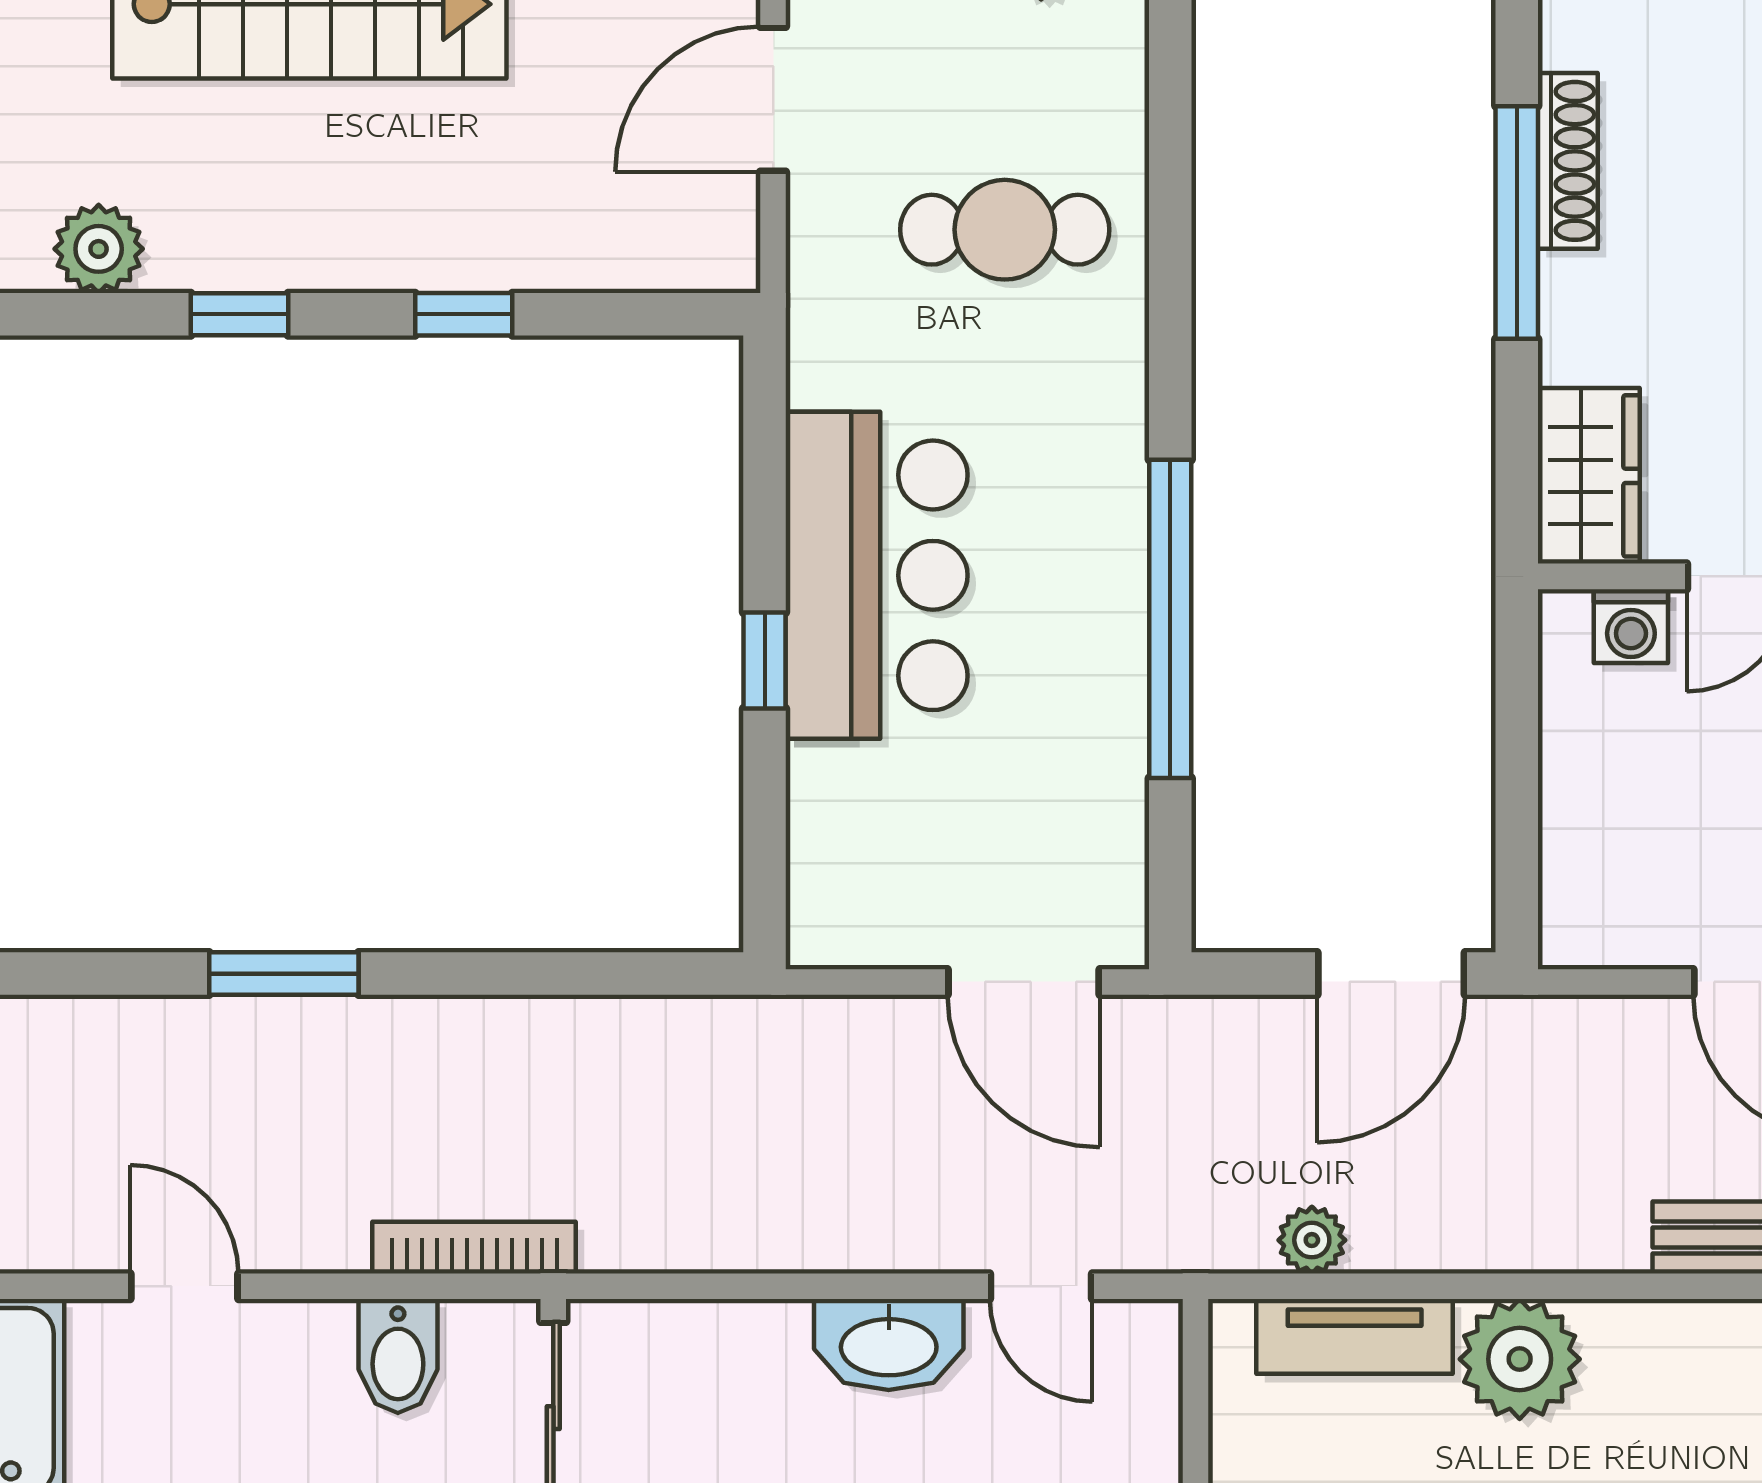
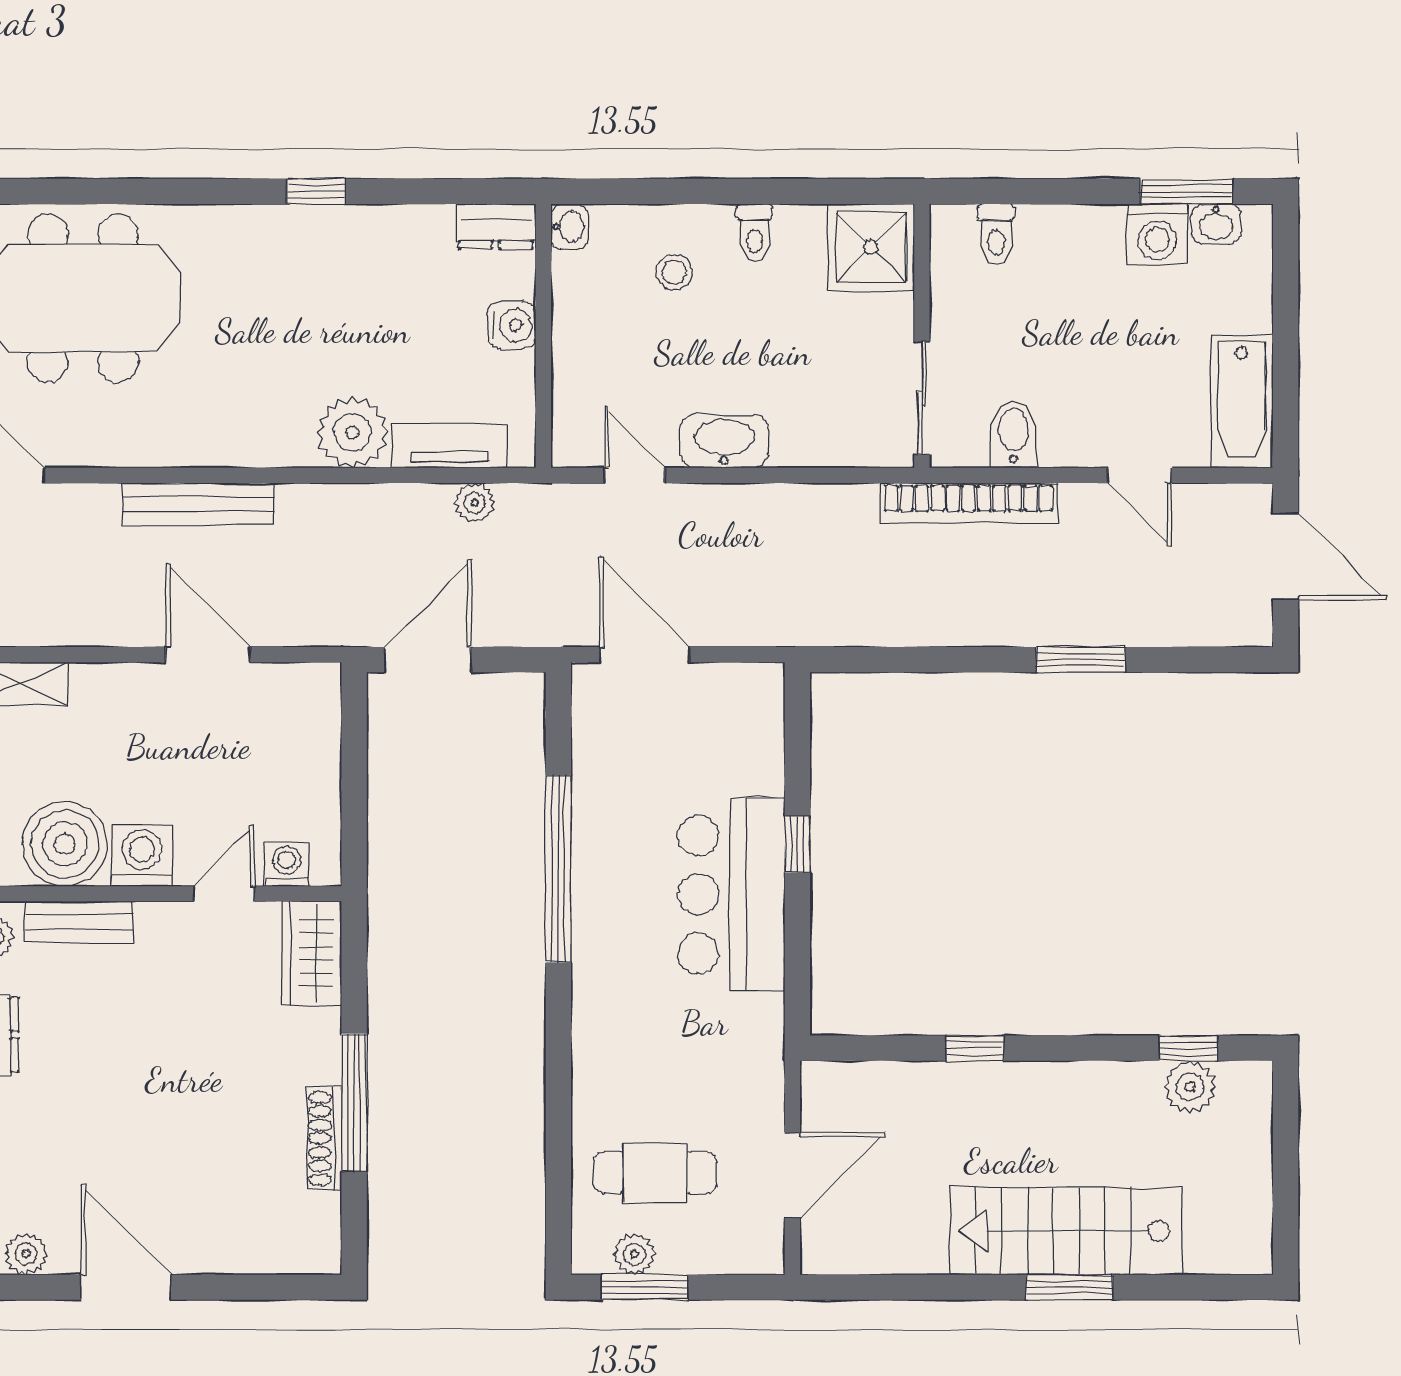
cafe table: (1005, 230) -> (655, 1172), moved
window: (240, 314) -> (1188, 1048), moved
bookcase: (474, 1248) -> (969, 503), width x1.48, depth x1.31

